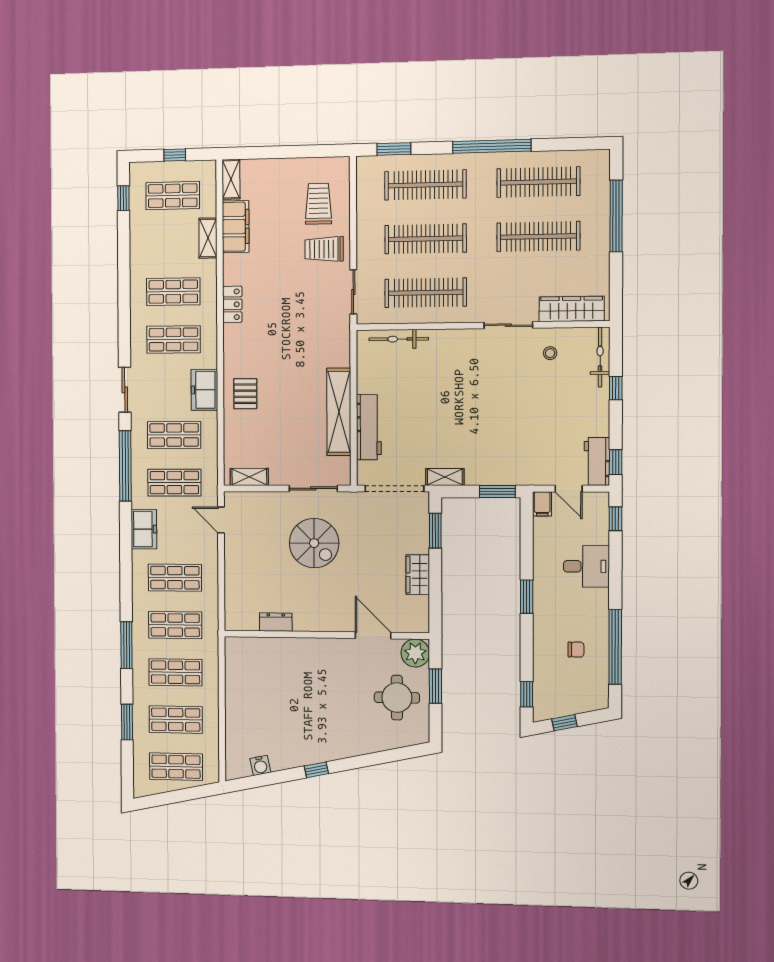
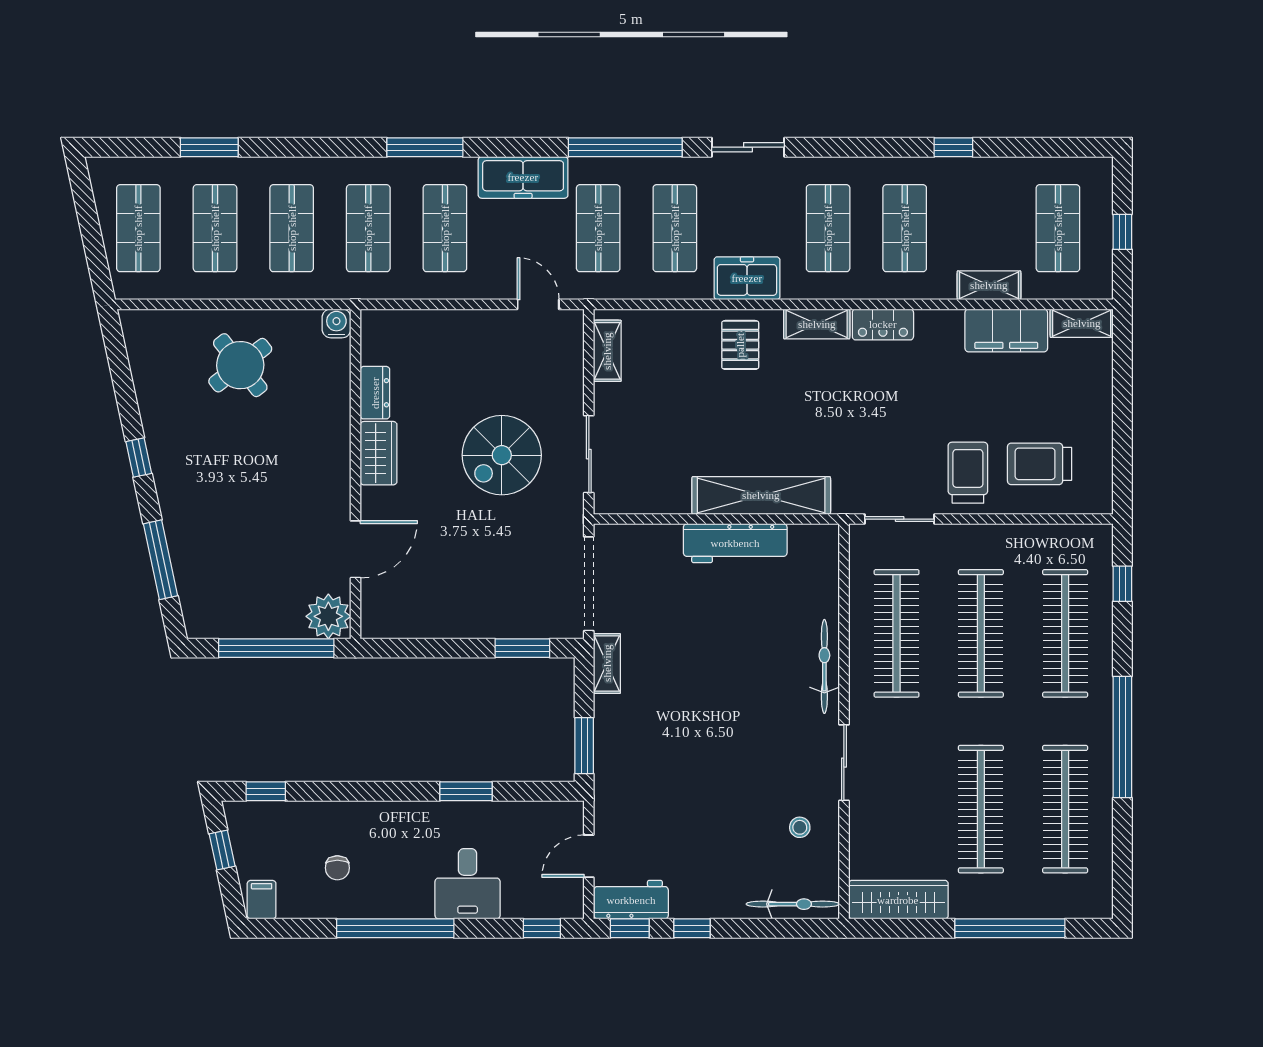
window: (394, 149) -> (1122, 584), width x0.67
window: (123, 198) -> (953, 147), moved
trolley: (318, 204) -> (1040, 464), turned 180
wardrobe: (572, 309) -> (898, 900), moved, turned -90
bicycle: (399, 339) -> (824, 666), moved
shelving: (232, 346) -> (817, 324), added
window: (616, 388) -> (692, 928), moved
pallet: (245, 394) -> (740, 345), turned 90
shelving: (339, 412) -> (761, 495), moved
workbench: (369, 427) -> (735, 543), moved
filing cabinet: (542, 504) -> (262, 900), moved, turned 90
door: (221, 520) -> (538, 304), hinge flipped
freezer: (144, 529) -> (523, 177), width x1.40
wardrobe: (418, 575) -> (379, 453), moved, turned 90
window: (527, 597) -> (466, 791), moved
window: (126, 645) -> (425, 147), moved
window: (615, 647) -> (395, 928), moved
window: (435, 686) -> (276, 648), width x2.11
round table: (397, 698) -> (240, 365), moved, turned -38
window: (380, 758) -> (160, 560), added
water cooler: (260, 765) -> (336, 323), moved, turned 102

